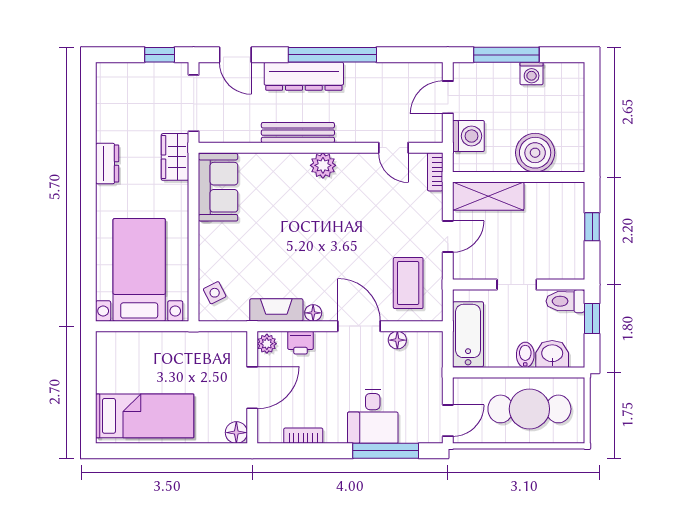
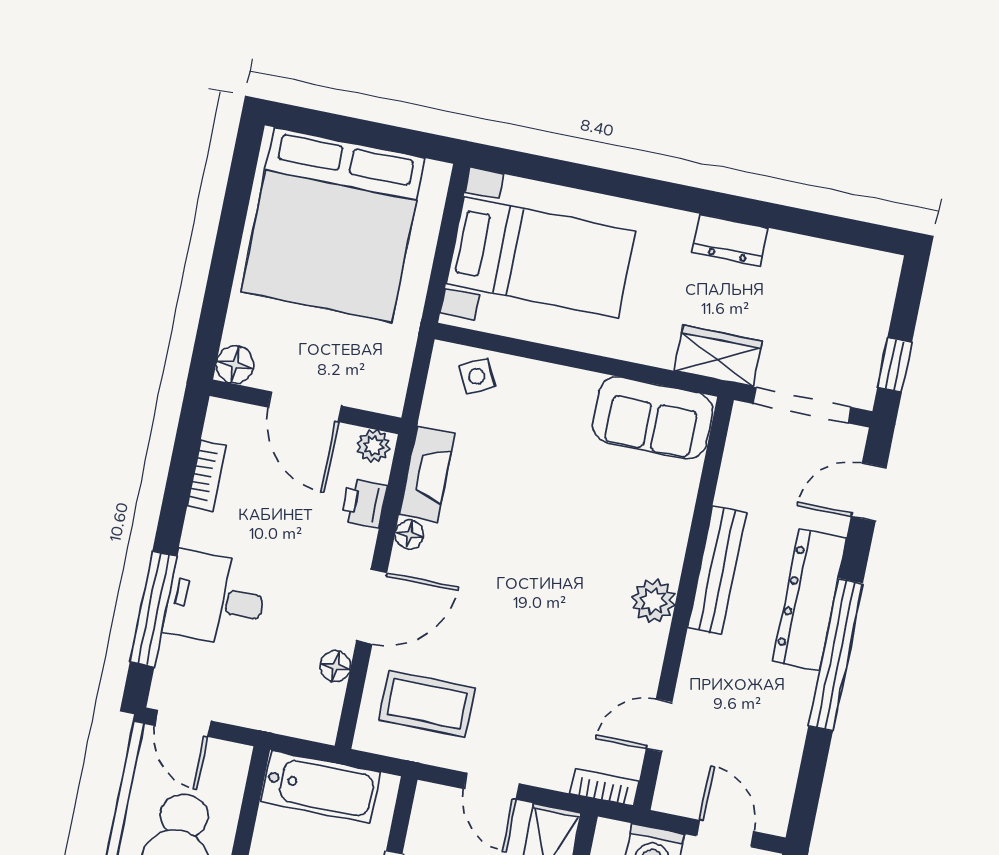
bed: (145, 416) -> (333, 225), width x2.04

